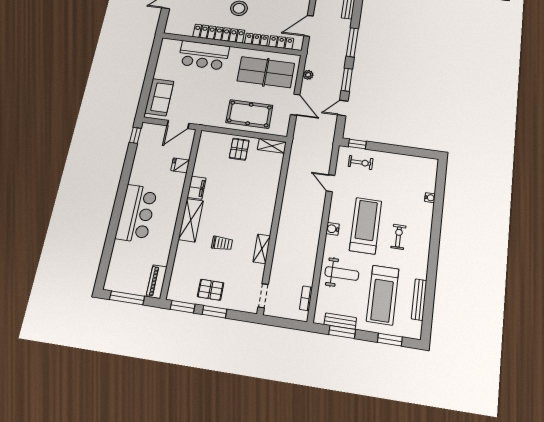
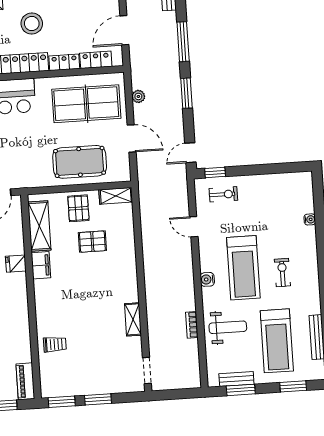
door: (343, 108) -> (190, 153), moved
fridge: (180, 165) -> (16, 264), moved
shelving: (191, 220) -> (39, 226), moved
treadmill: (366, 226) -> (243, 268), turned 180
trolley: (222, 243) -> (55, 344), moved
pallet: (211, 290) -> (92, 242), moved
bookcase: (306, 298) -> (192, 325), moved

